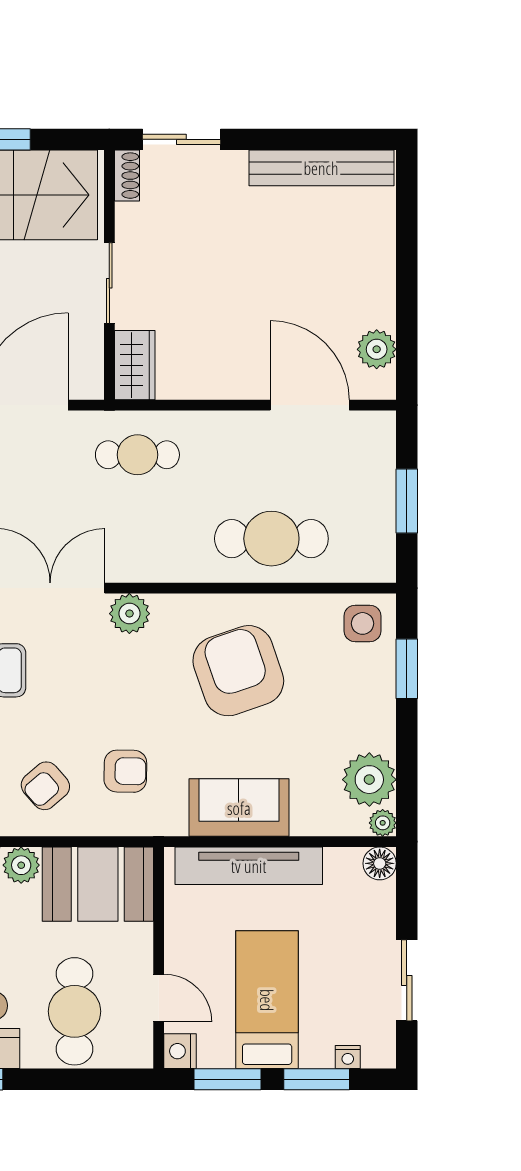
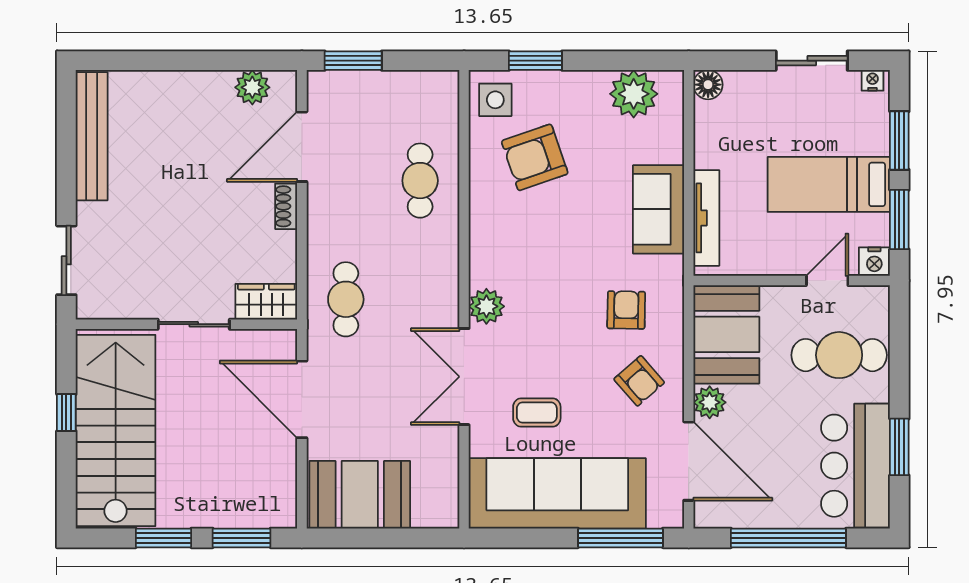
shoe rack: (127, 176) -> (286, 206), moved, turned -90
window: (407, 501) -> (353, 61), moved
cafe table: (271, 539) -> (420, 181), width x0.73, depth x0.74
armchair: (238, 671) -> (535, 157), moved, width x0.73, depth x0.73
plant: (383, 823) -> (672, 82), removed
tv unit: (249, 866) -> (706, 218), width x0.73, depth x0.78
nightstand: (348, 1057) -> (872, 80), moved, turned -90

